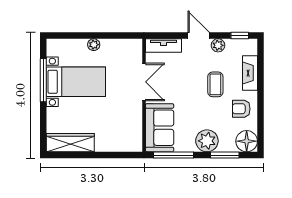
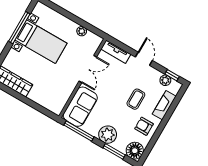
plant: (94, 45) -> (82, 31), moved
plant: (218, 45) -> (165, 80), moved

